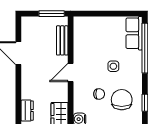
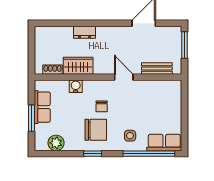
window: (52, 14) -> (184, 45), moved
side table: (113, 66) -> (130, 136), moved

